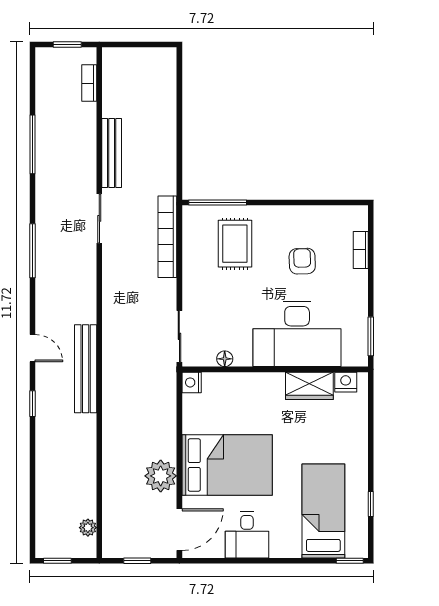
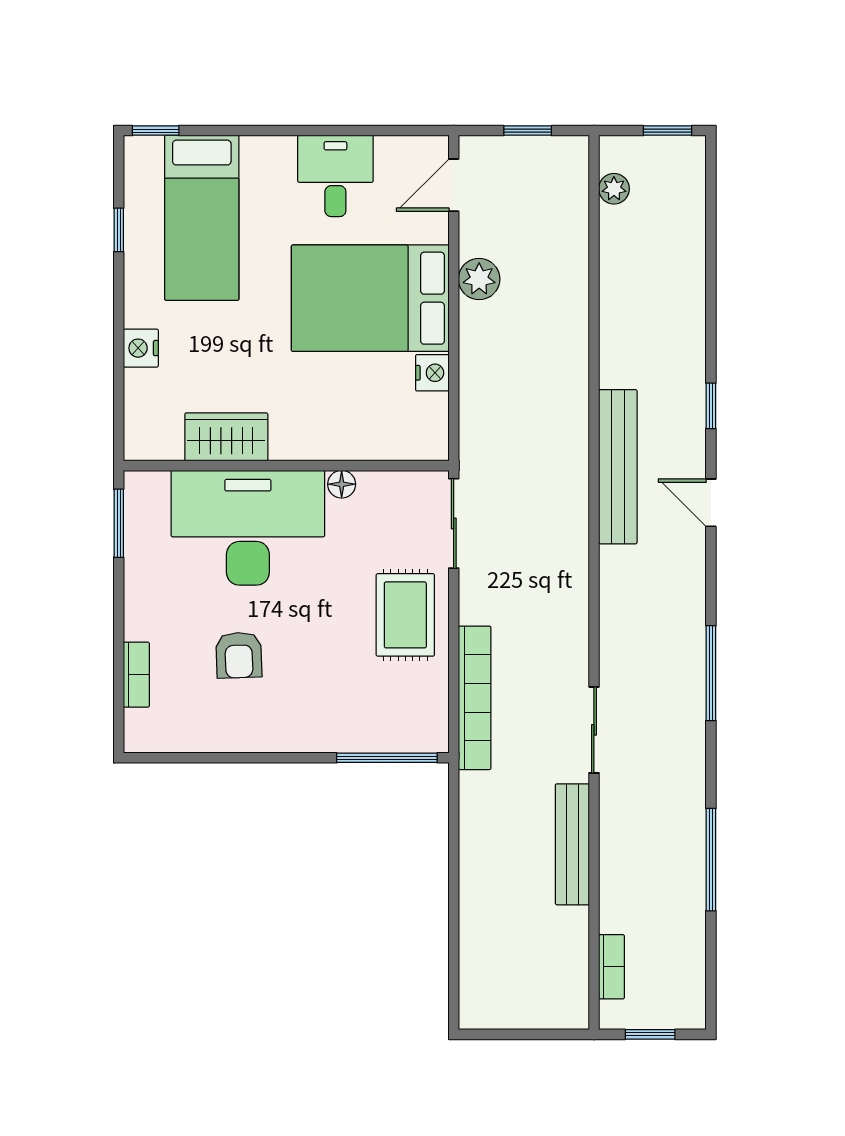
rug: (235, 244) -> (405, 615), moved
floor lamp: (225, 359) -> (342, 484), moved
nightstand: (192, 382) -> (432, 373), moved
nightstand: (346, 382) -> (141, 348), moved, turned 90
plant: (161, 476) -> (479, 279), width x0.73, depth x0.73
door: (179, 530) -> (454, 185), width x0.73

